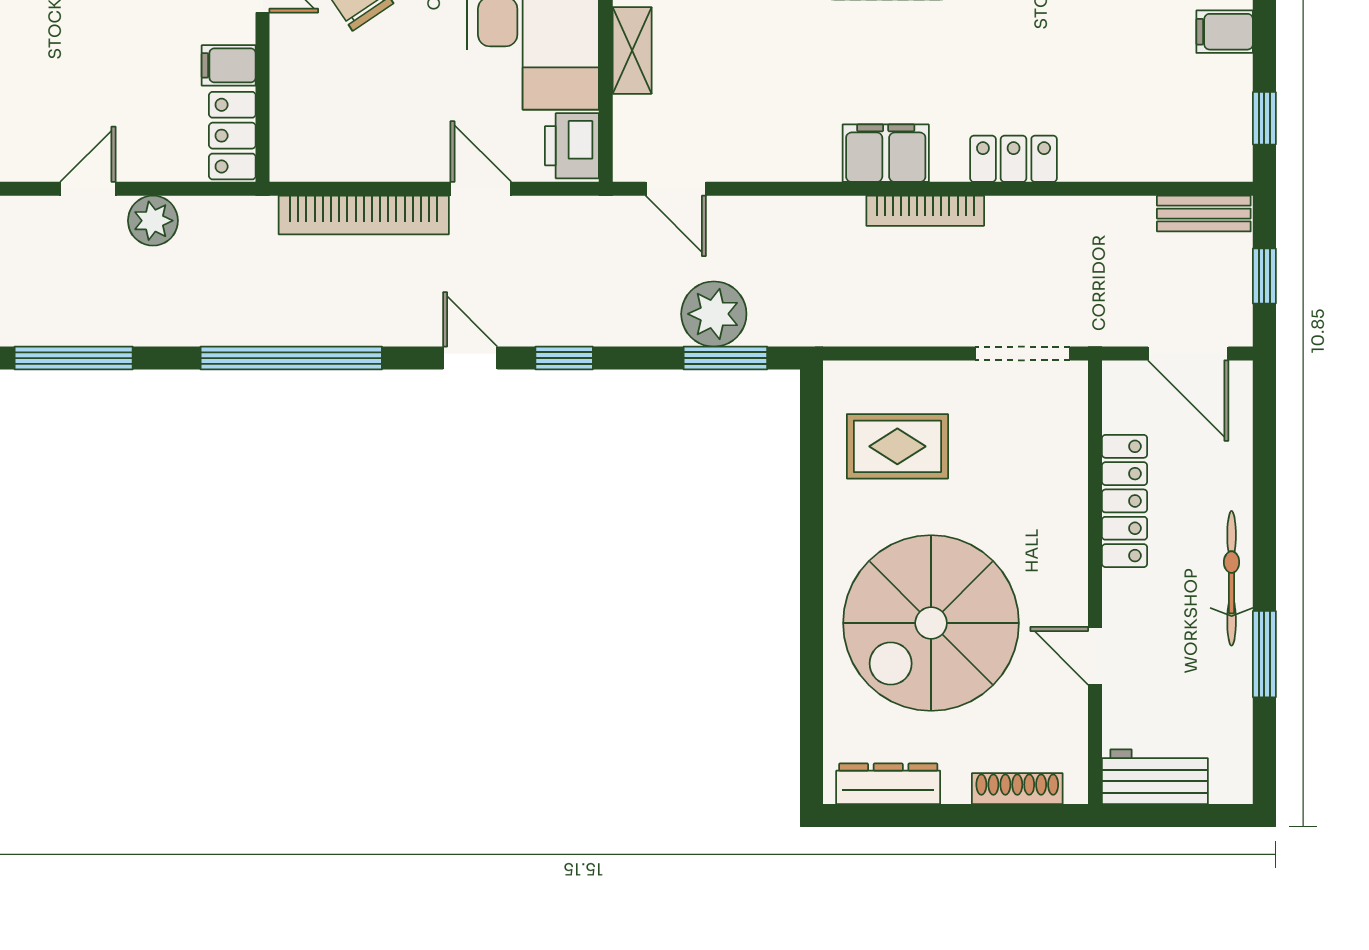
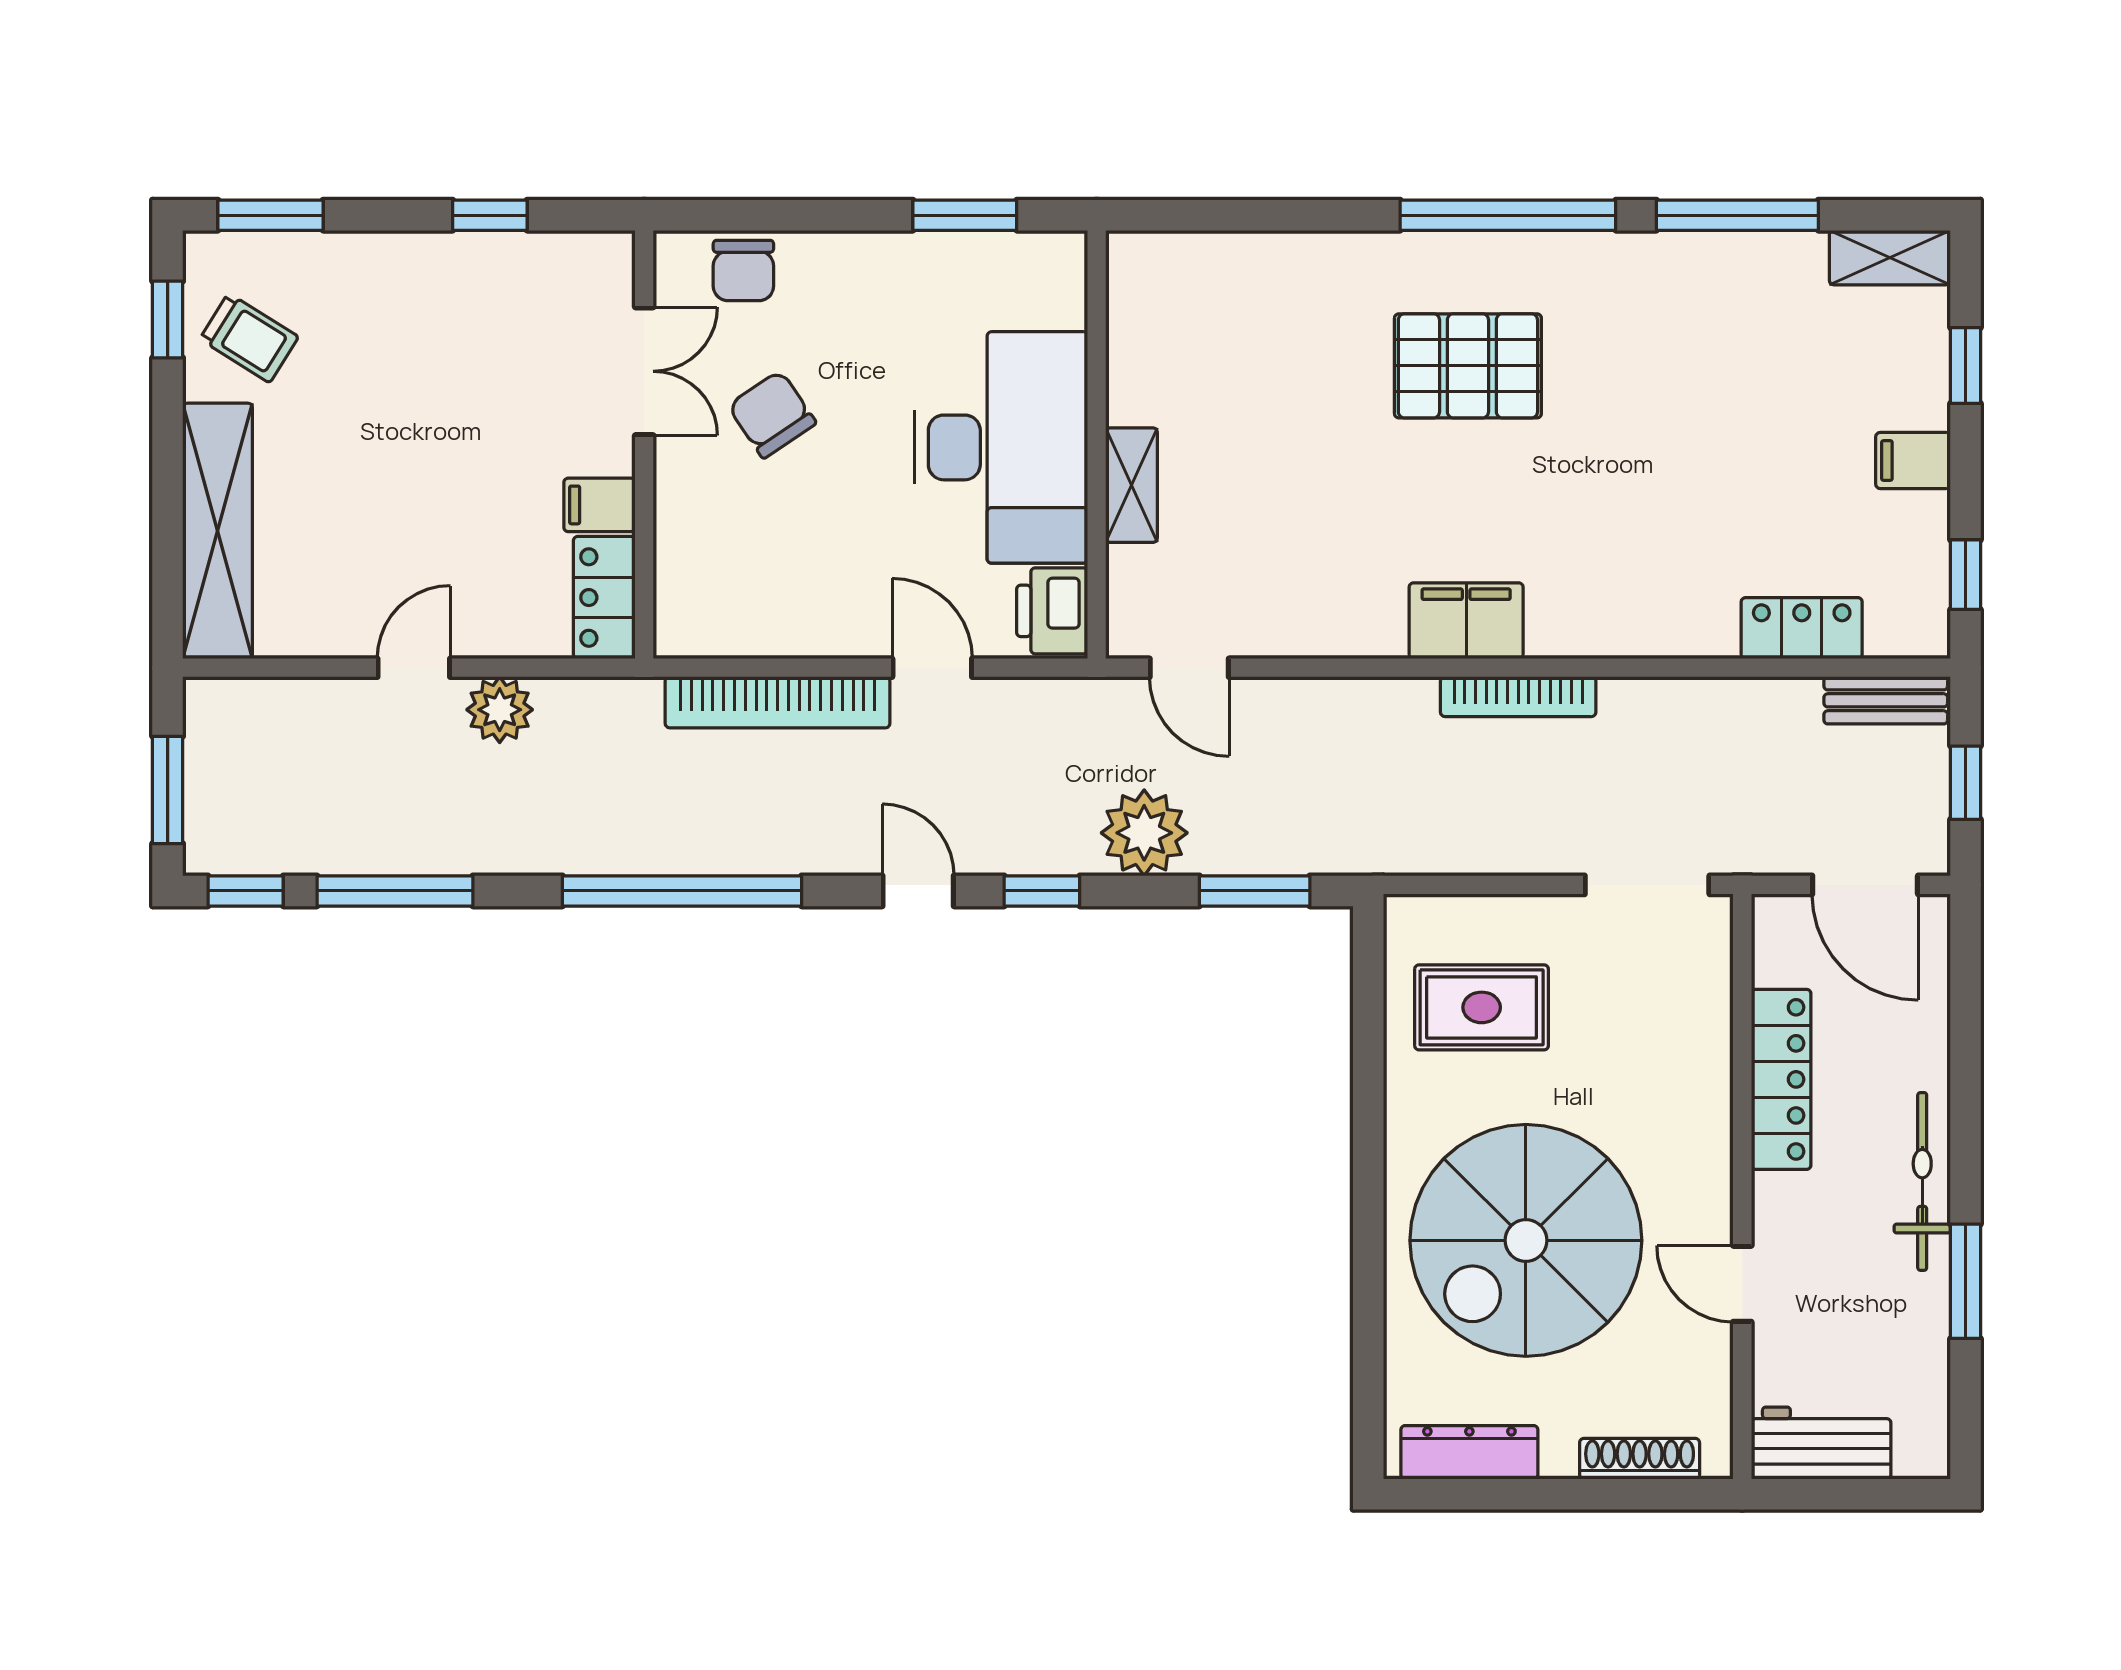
locker: (1014, 159) -> (1802, 628), moved
plant: (714, 314) -> (1144, 833), moved

